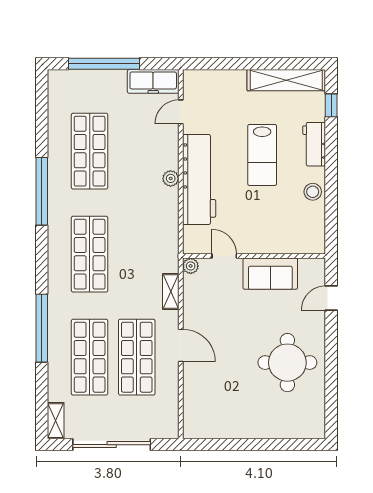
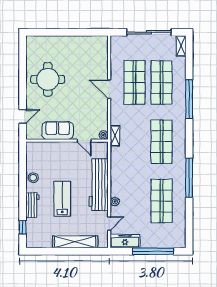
shelving: (286, 80) -> (75, 242), moved
plant: (171, 178) -> (115, 201), moved
shelving: (171, 291) -> (115, 136), moved

